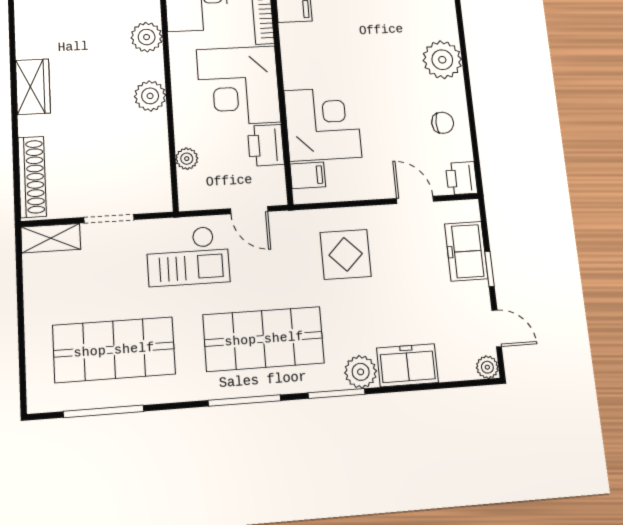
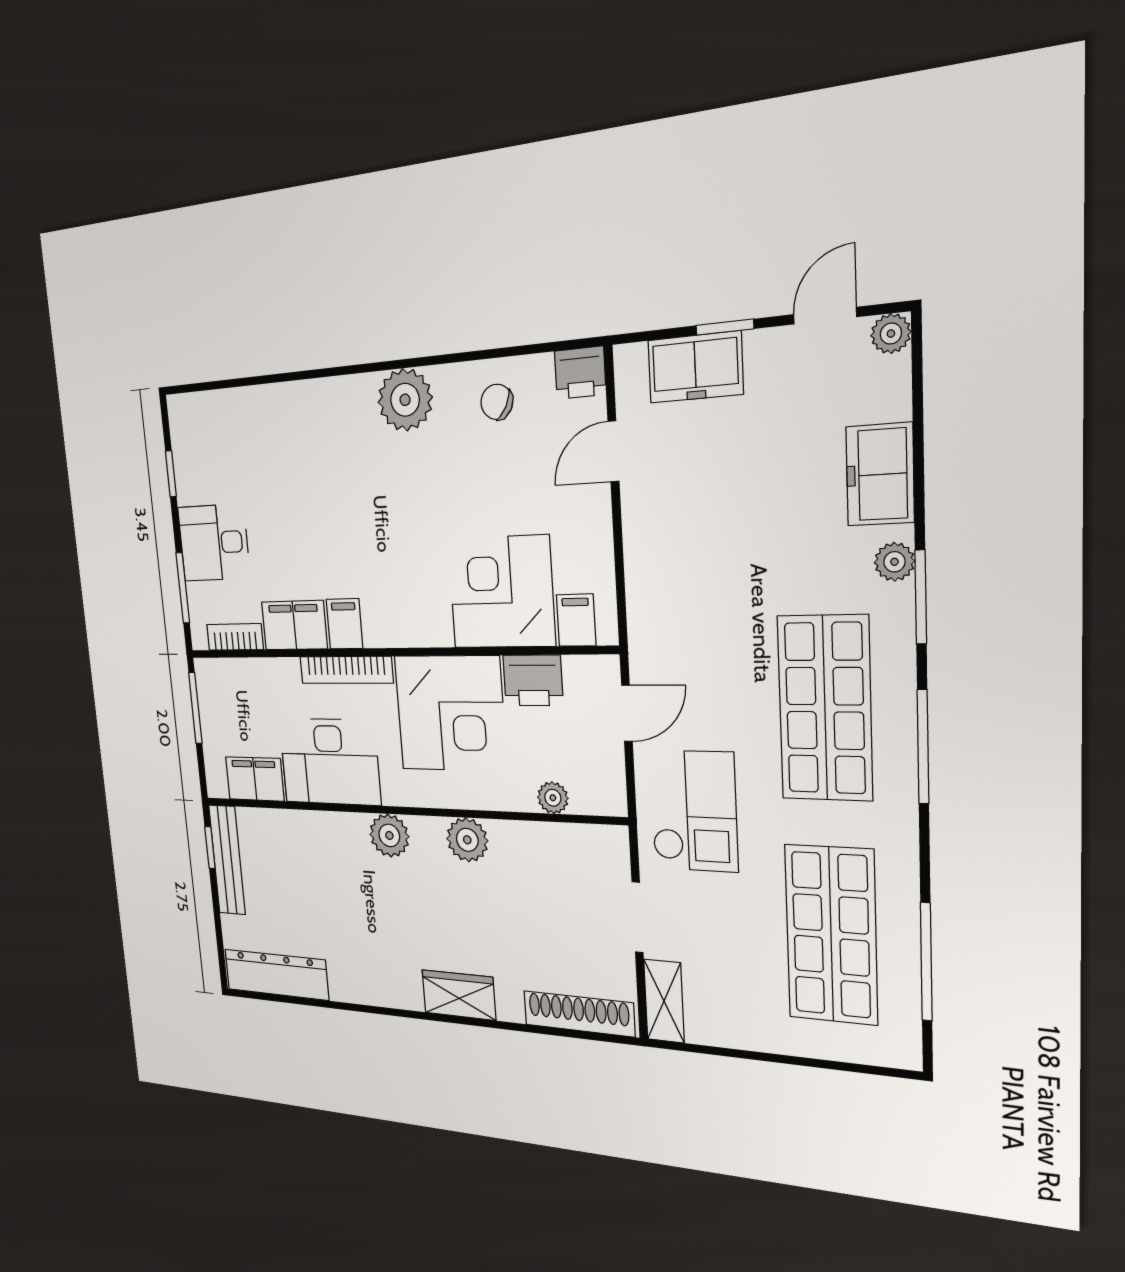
chair: (443, 123) -> (497, 402), turned -62
display table: (346, 254) -> (696, 569), removed
plant: (361, 372) -> (894, 562), width x0.73, depth x0.73

